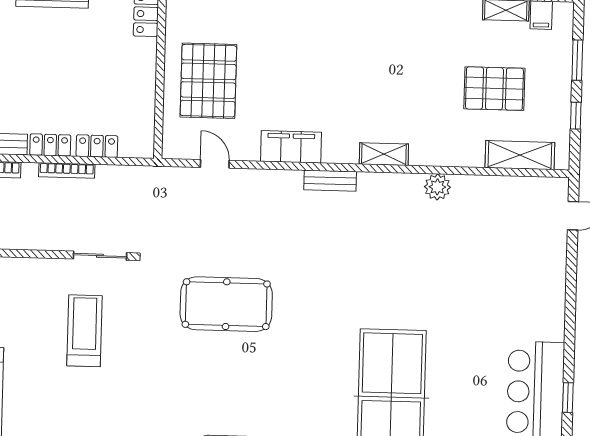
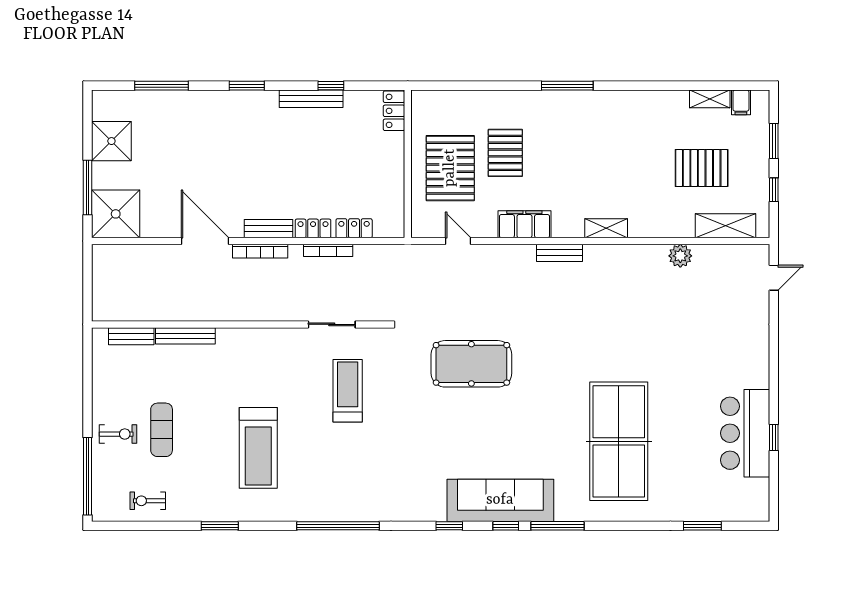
pallet: (271, 65) -> (505, 153), added
plant: (437, 187) -> (680, 256), moved
sliding door: (100, 256) -> (332, 324), moved

